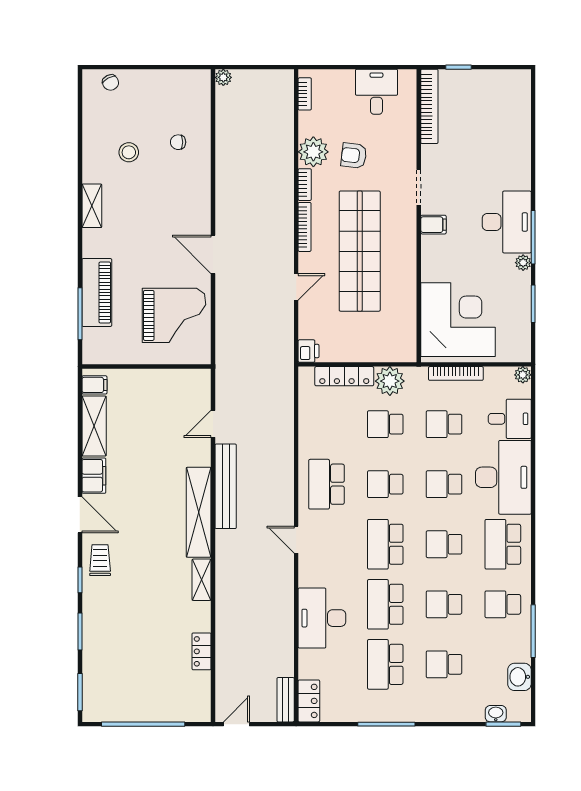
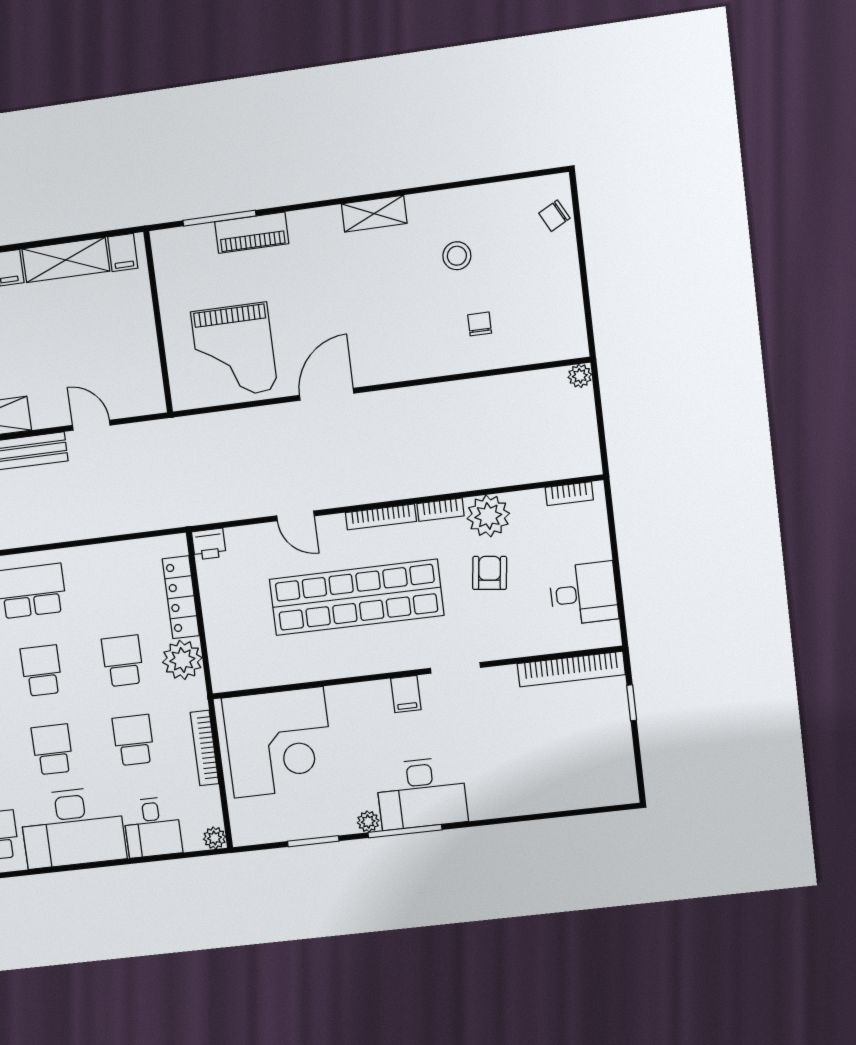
piano: (97, 292) -> (252, 233), width x0.73, depth x0.75

